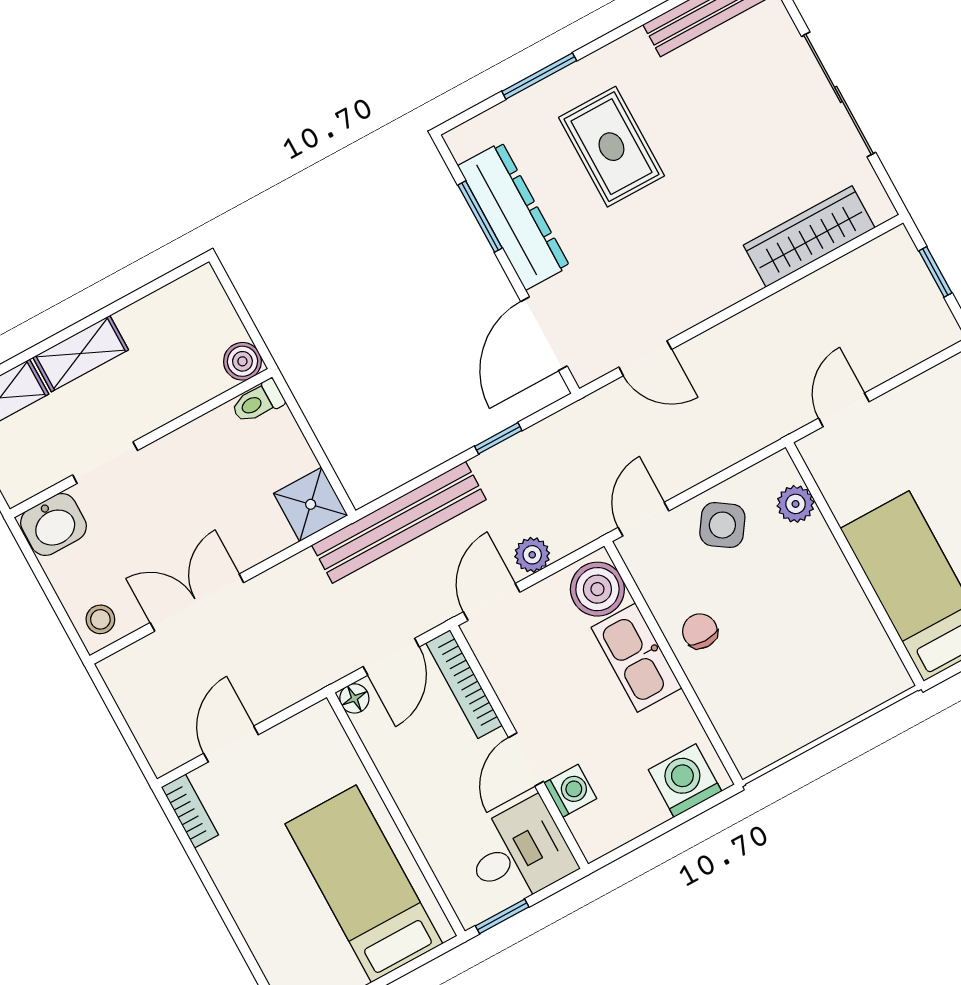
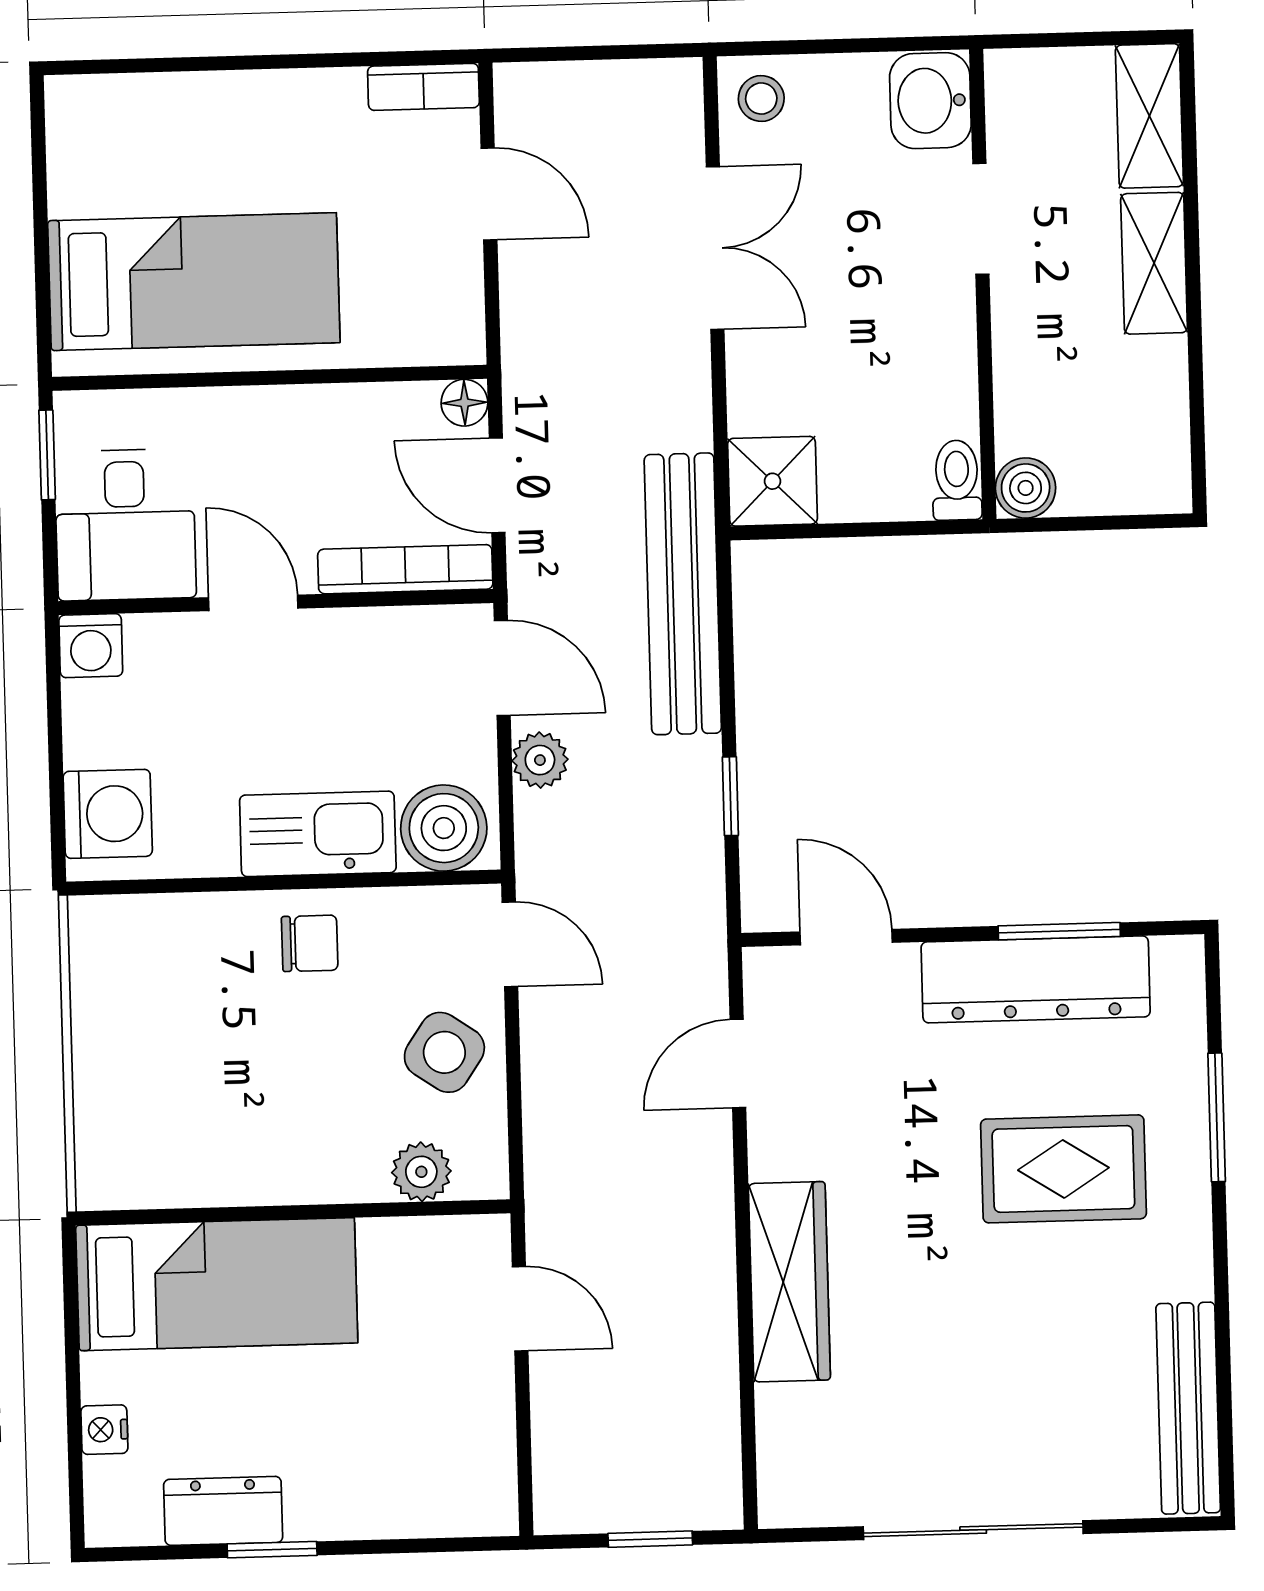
wardrobe: (809, 236) -> (789, 1282), moved
door: (544, 334) -> (846, 937), width x0.73
washing machine: (570, 791) -> (91, 646), moved

